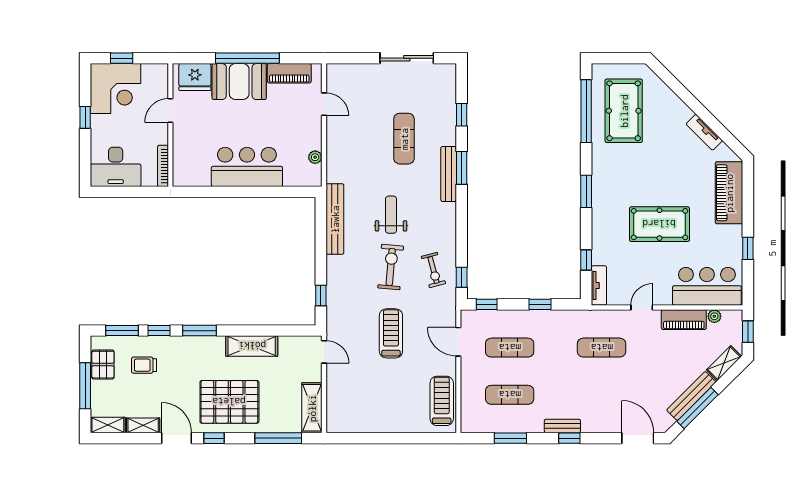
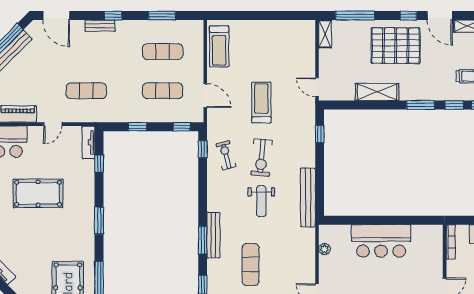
treadmill: (391, 333) -> (261, 103), turned 180
shelving: (312, 408) -> (325, 34), width x0.67, depth x0.75
bench: (562, 426) -> (100, 26), moved

